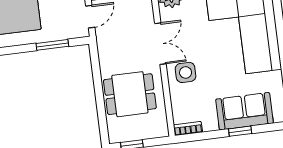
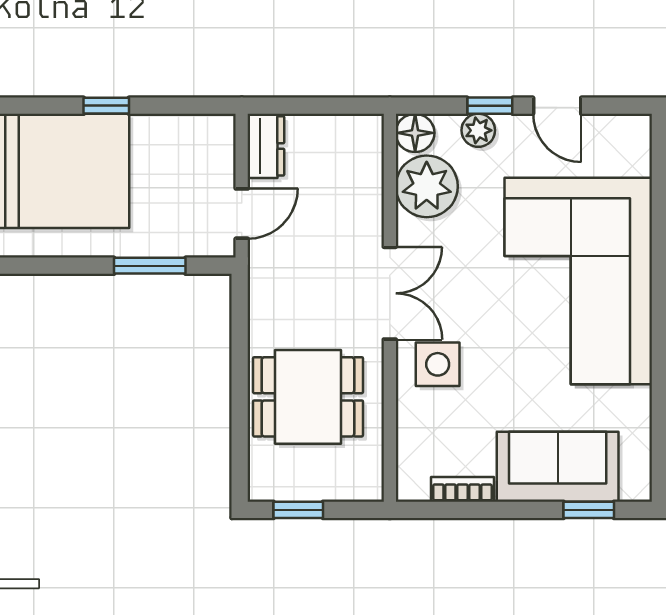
bookcase: (188, 129) -> (462, 489), moved
window: (240, 131) -> (589, 510), moved

